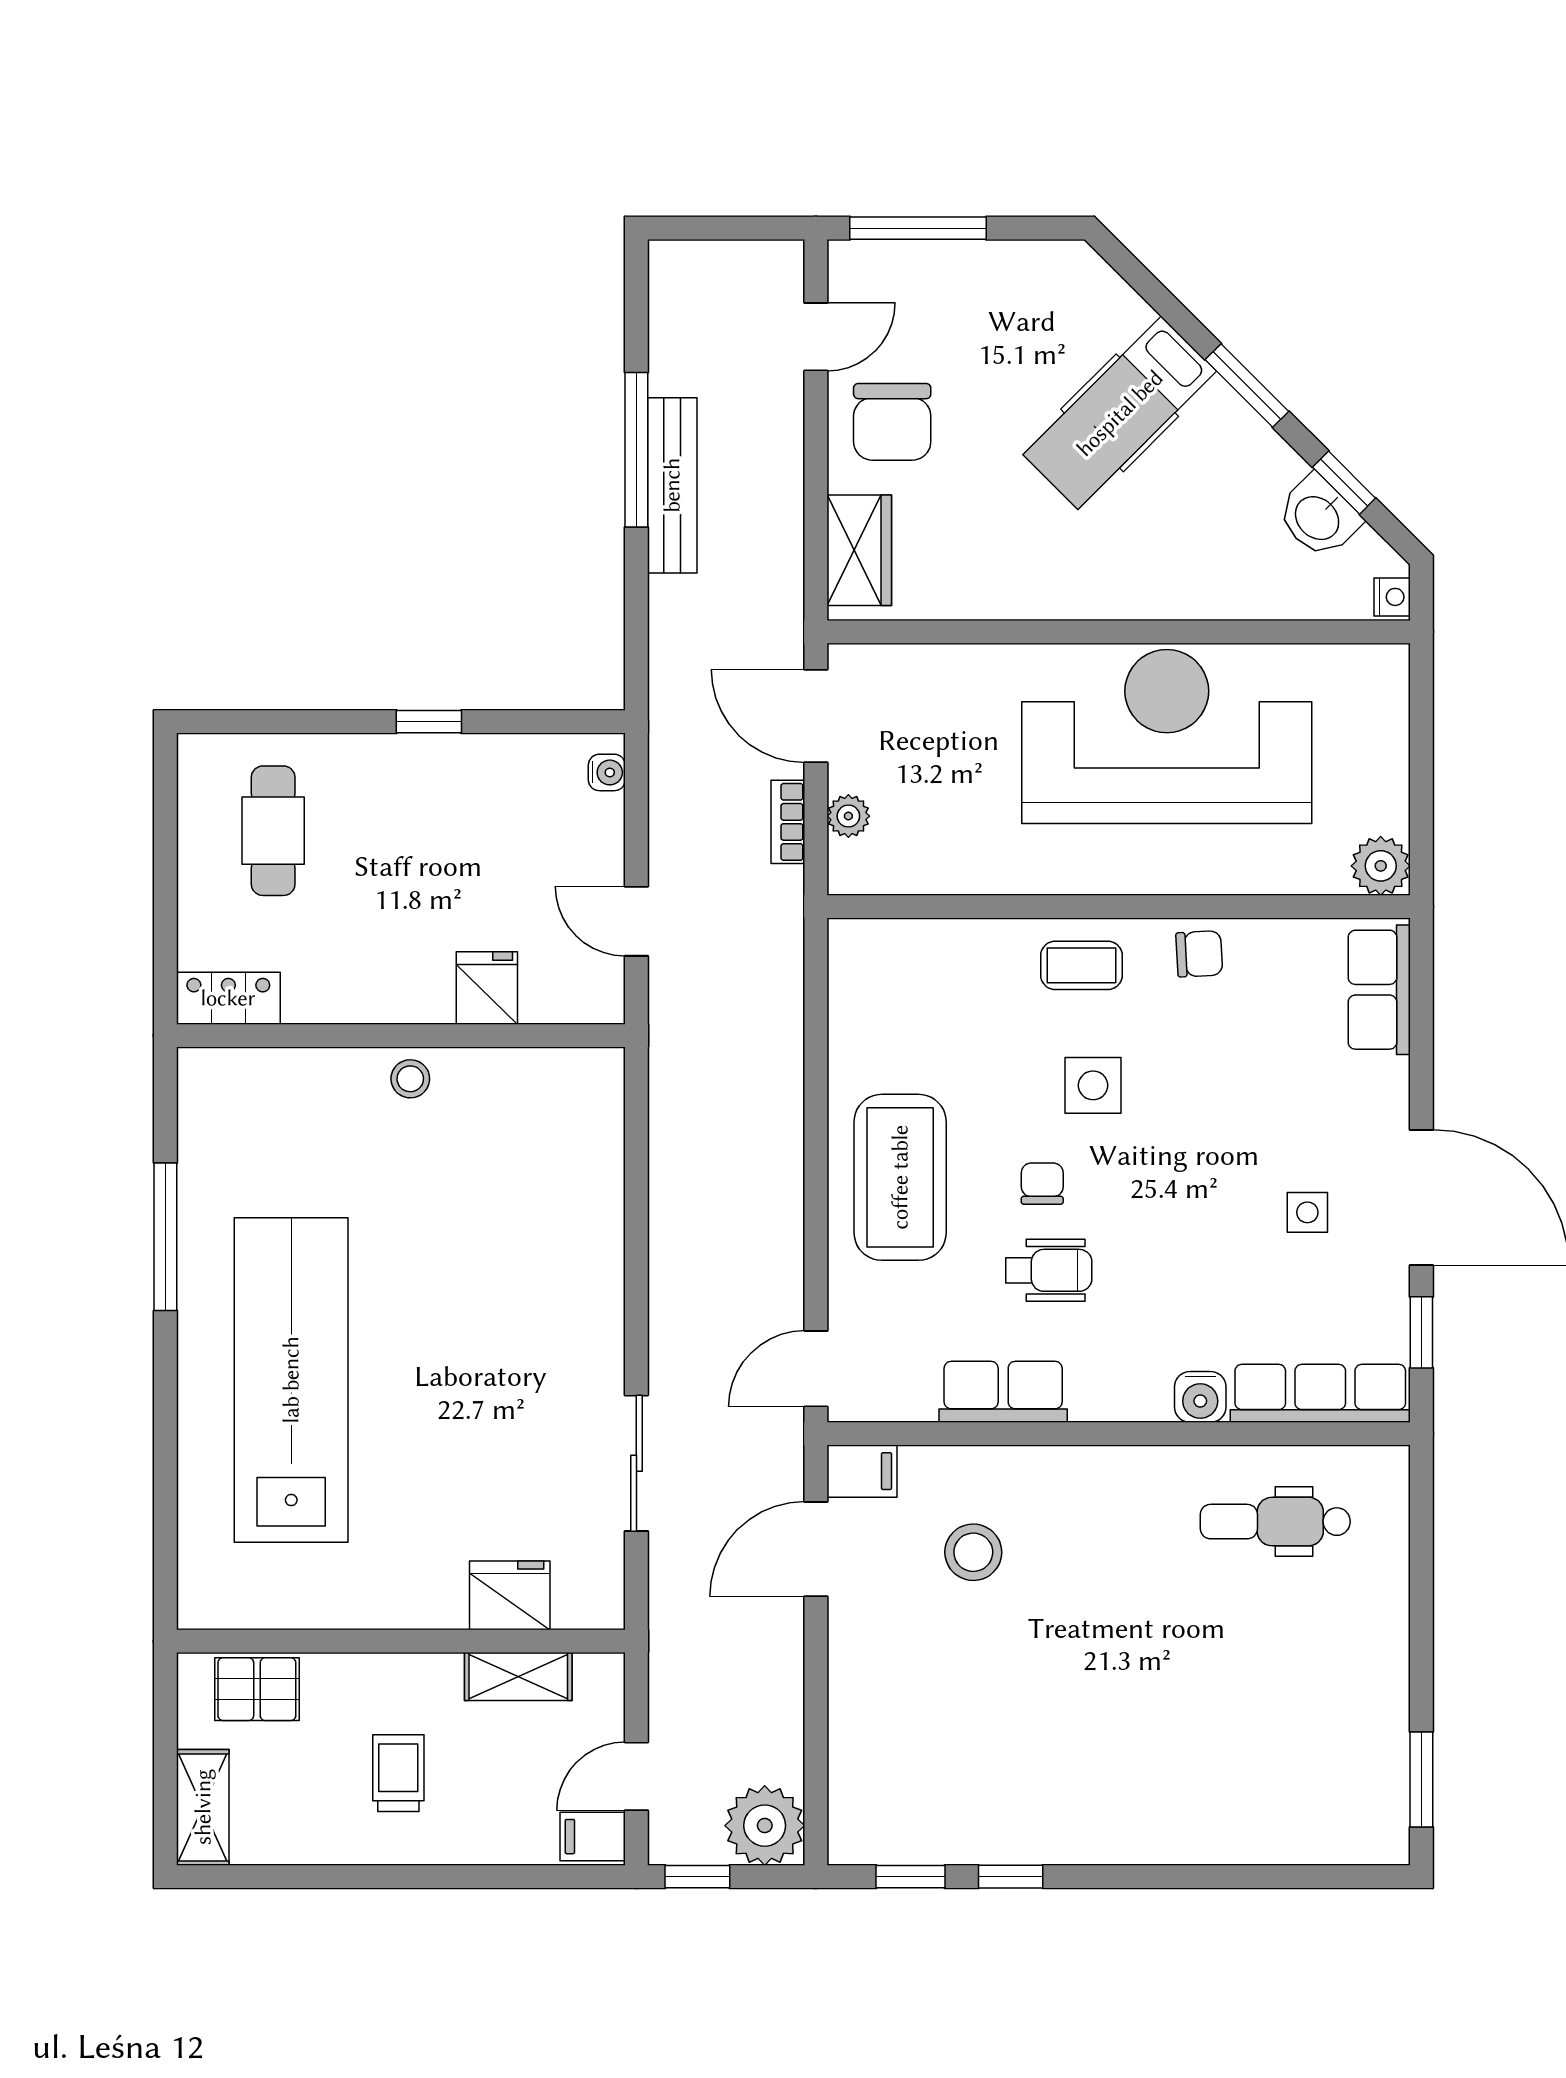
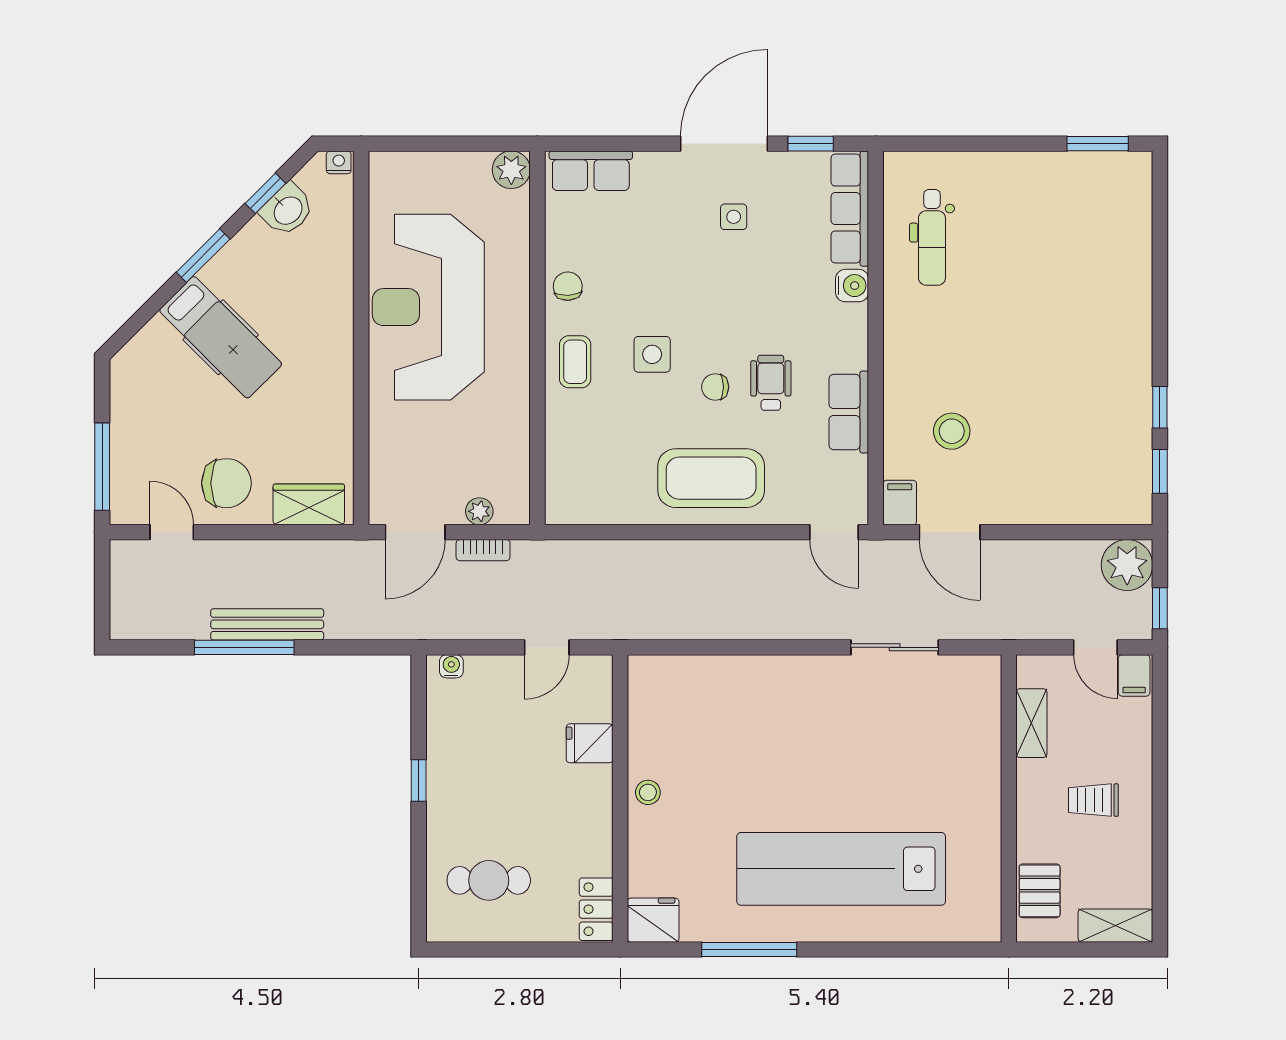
fridge: (510, 1595) -> (653, 920), moved, turned 90

